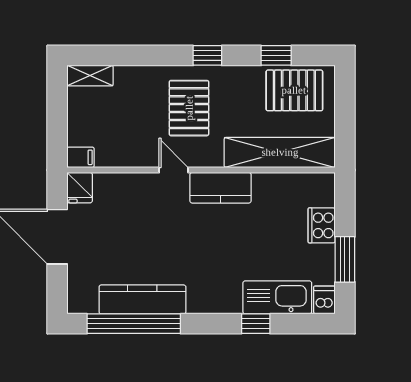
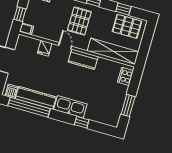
window: (57, 130) -> (20, 14), added
fridge: (80, 188) -> (45, 48), moved
cooker: (322, 225) -> (125, 76), moved
kitchen sink: (277, 297) -> (70, 107), moved
dishwasher: (324, 300) -> (11, 91), moved

